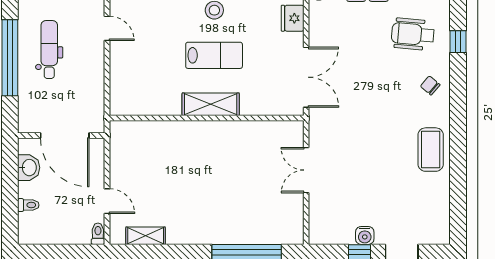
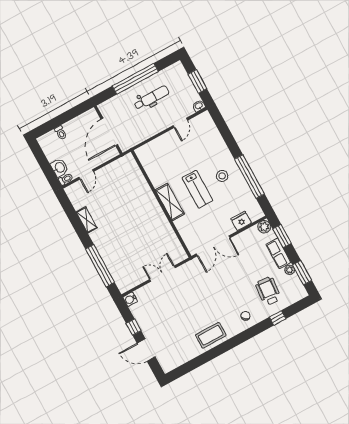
washbasin: (29, 168) -> (60, 168), moved, turned -90
water cooler: (365, 235) -> (130, 299), moved
shelving: (146, 236) -> (87, 220), moved

